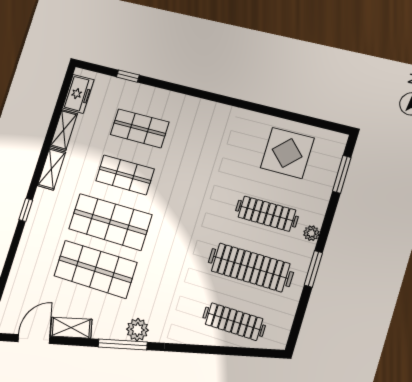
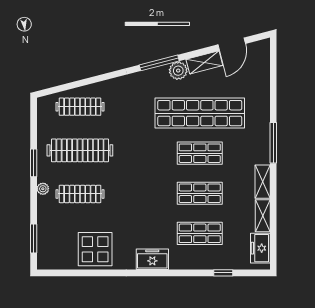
freezer: (204, 112) -> (152, 259), added
display table: (287, 153) -> (95, 249), moved
window: (26, 210) -> (273, 143), width x2.17
shop shelf: (110, 222) -> (200, 153), width x0.70, depth x0.74
shop shelf: (95, 269) -> (200, 113), width x1.40
plant: (137, 330) -> (178, 71), moved

